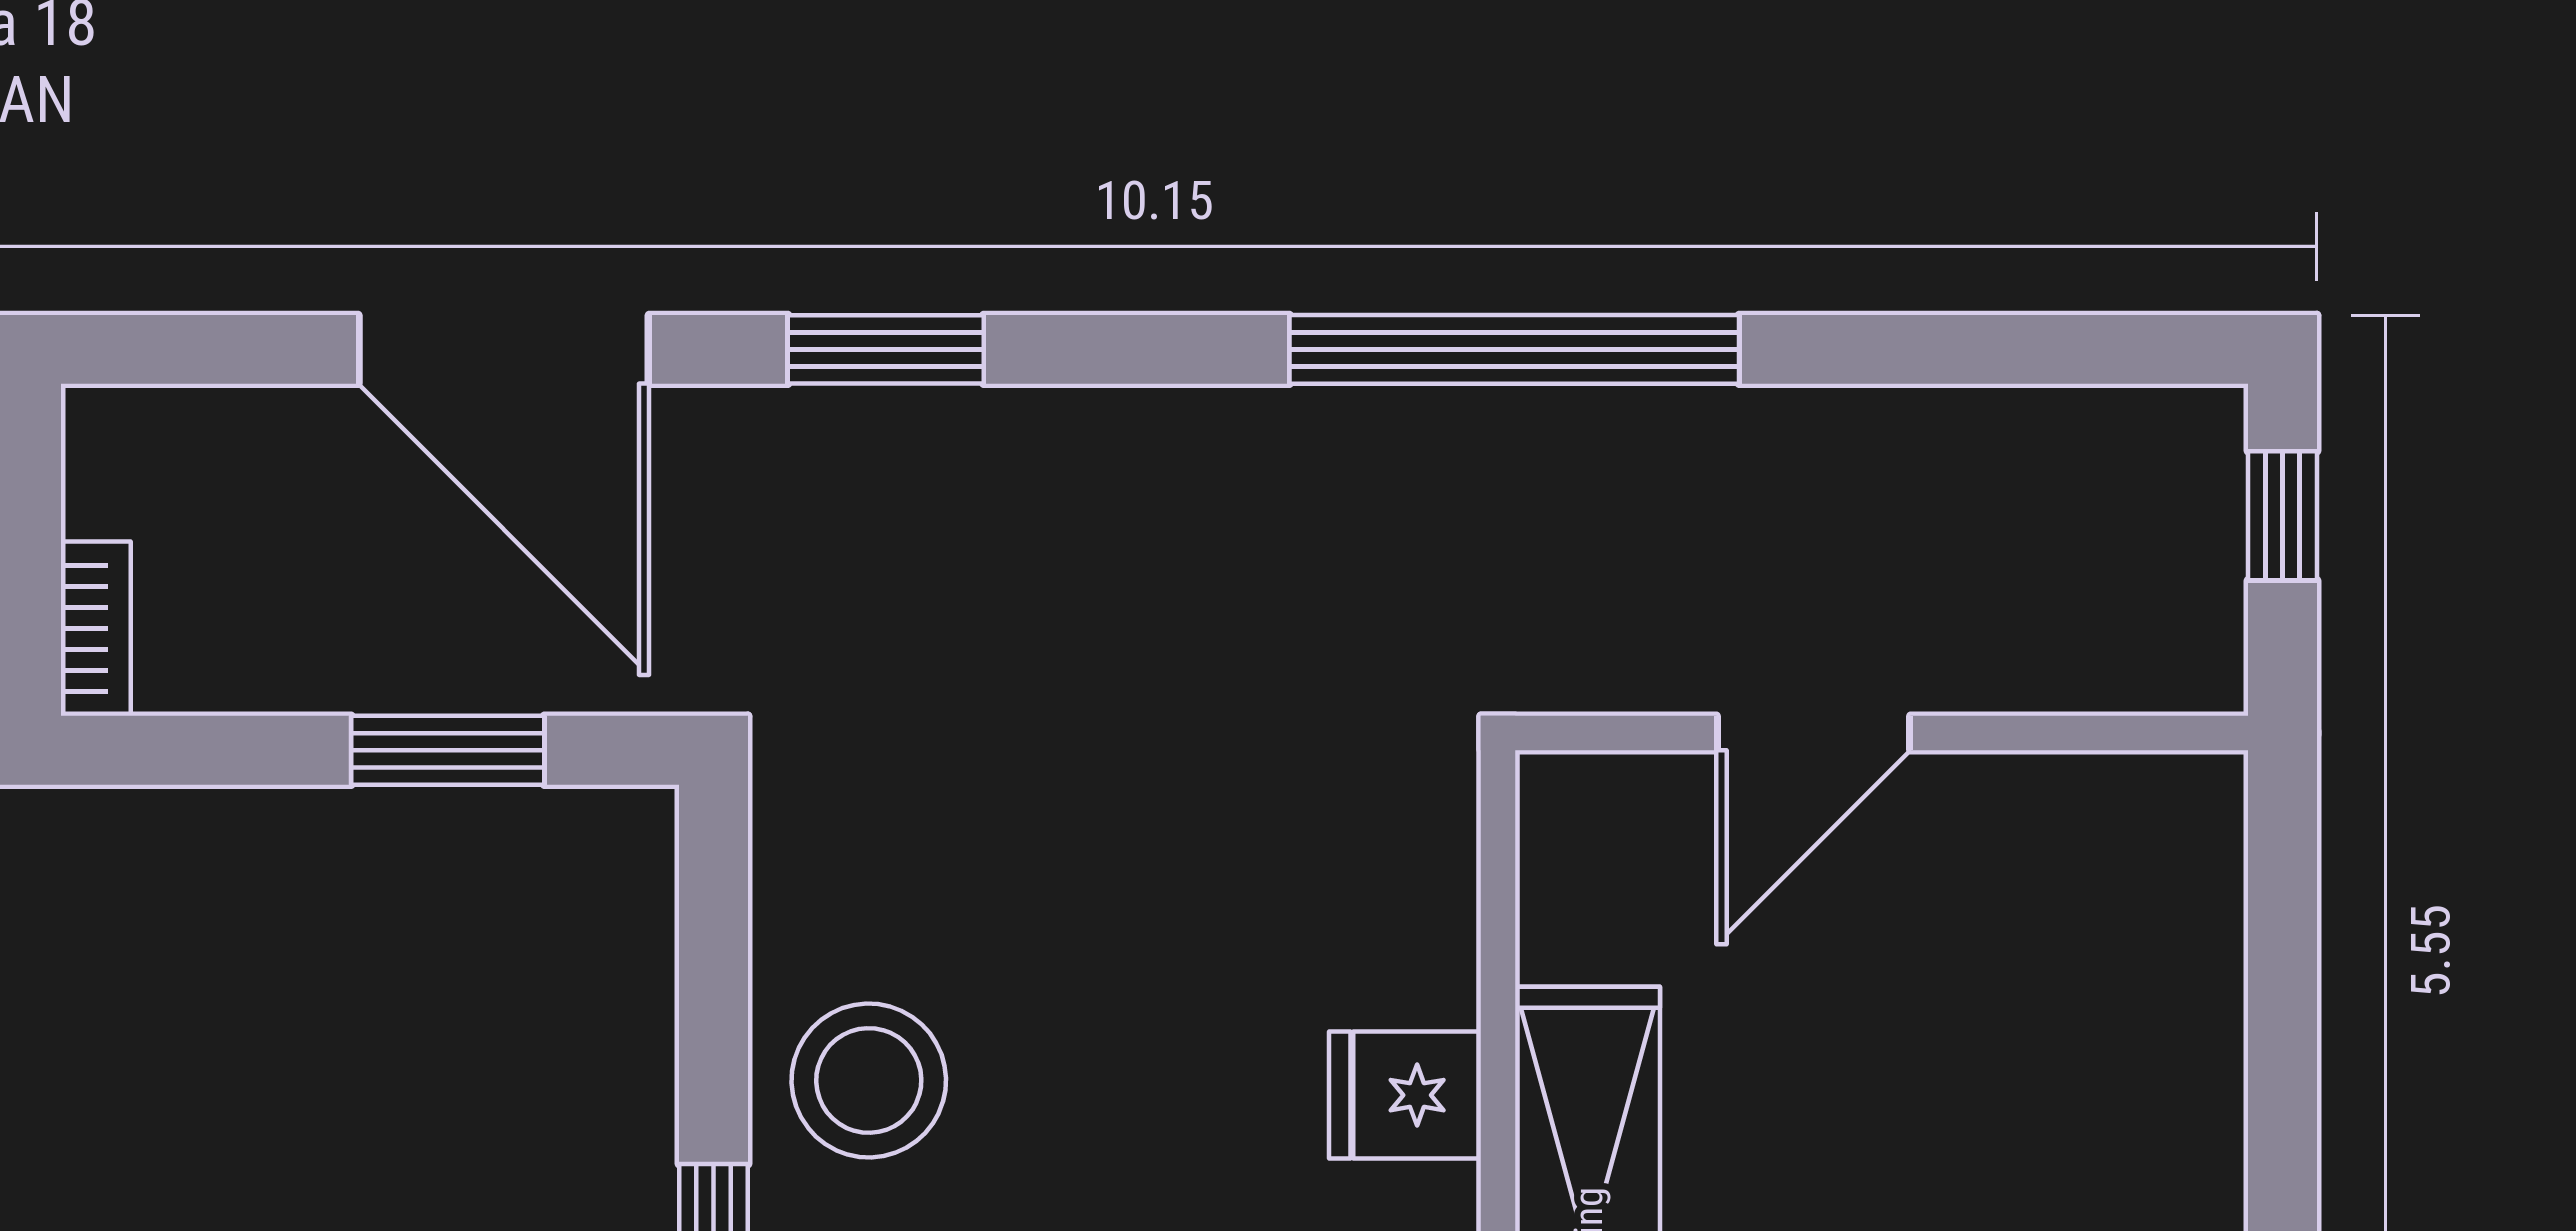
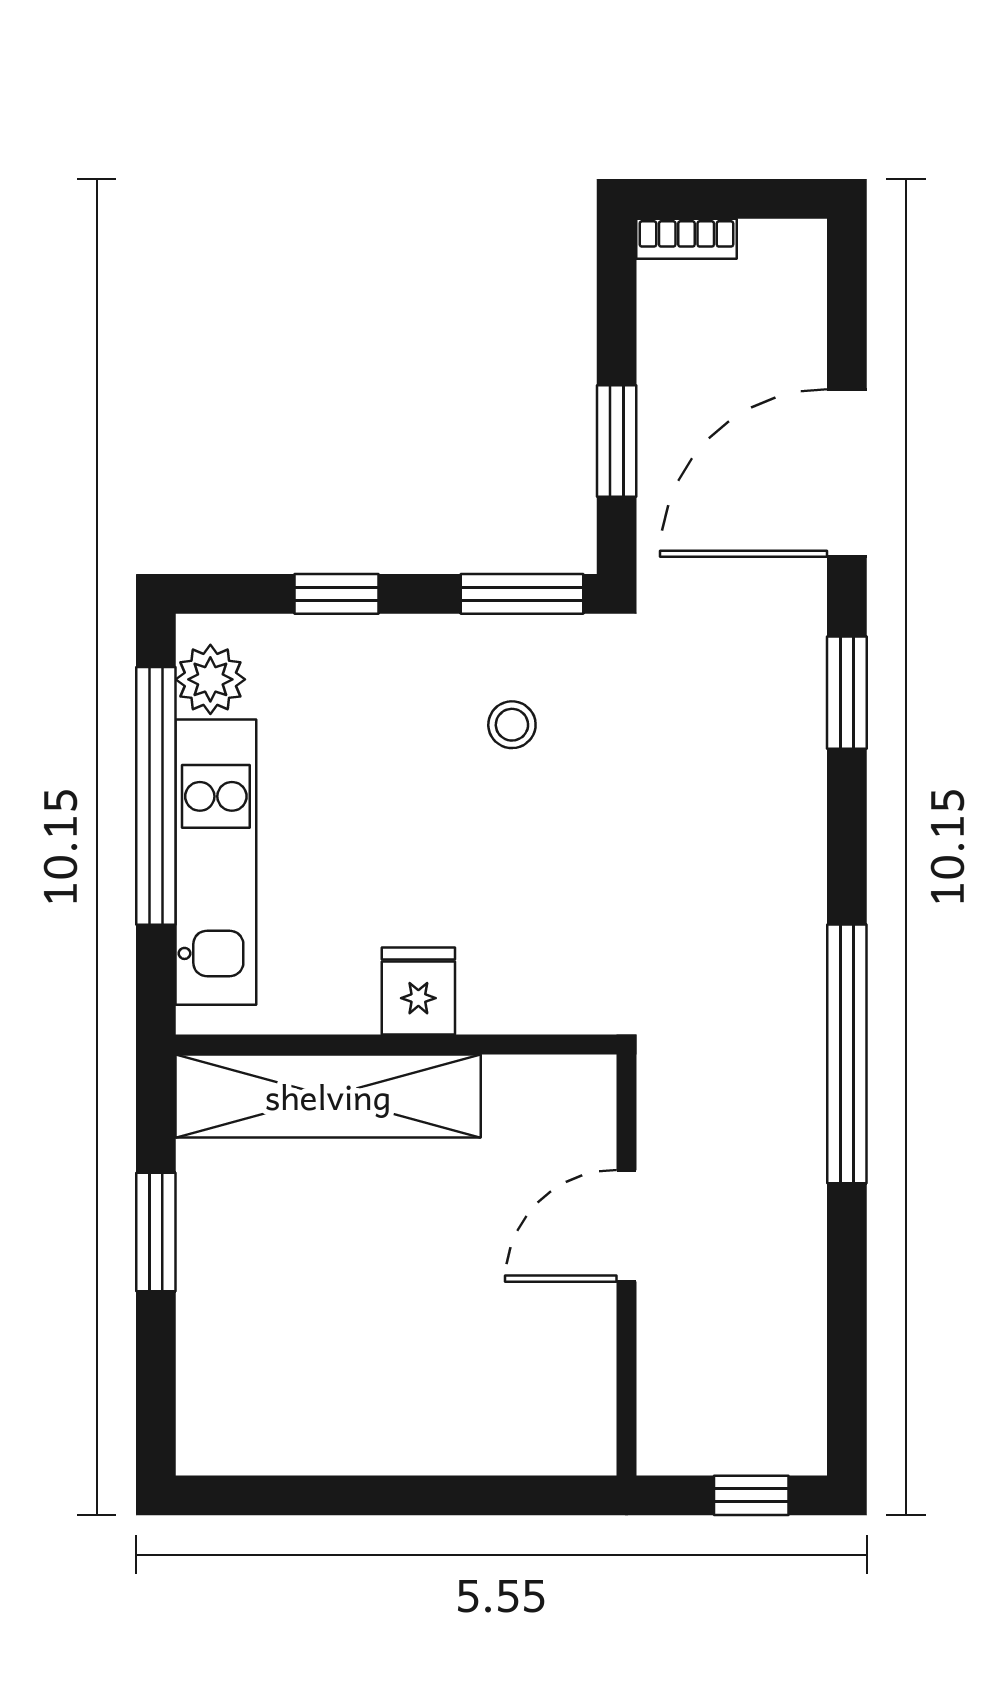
door: (1813, 733) -> (626, 1226), hinge flipped
window: (714, 915) -> (522, 594), added
stool: (869, 1080) -> (512, 725), moved, width x0.53, depth x0.53

